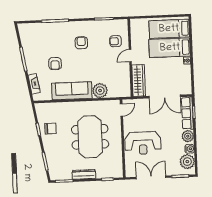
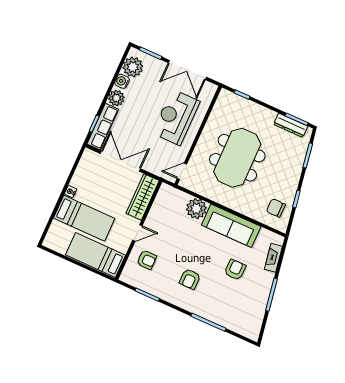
bed: (169, 29) -> (96, 255), moved, turned 180
chair: (50, 129) -> (276, 208), moved
reception desk: (143, 143) -> (176, 117), turned -90
dresser: (84, 174) -> (291, 125), moved

